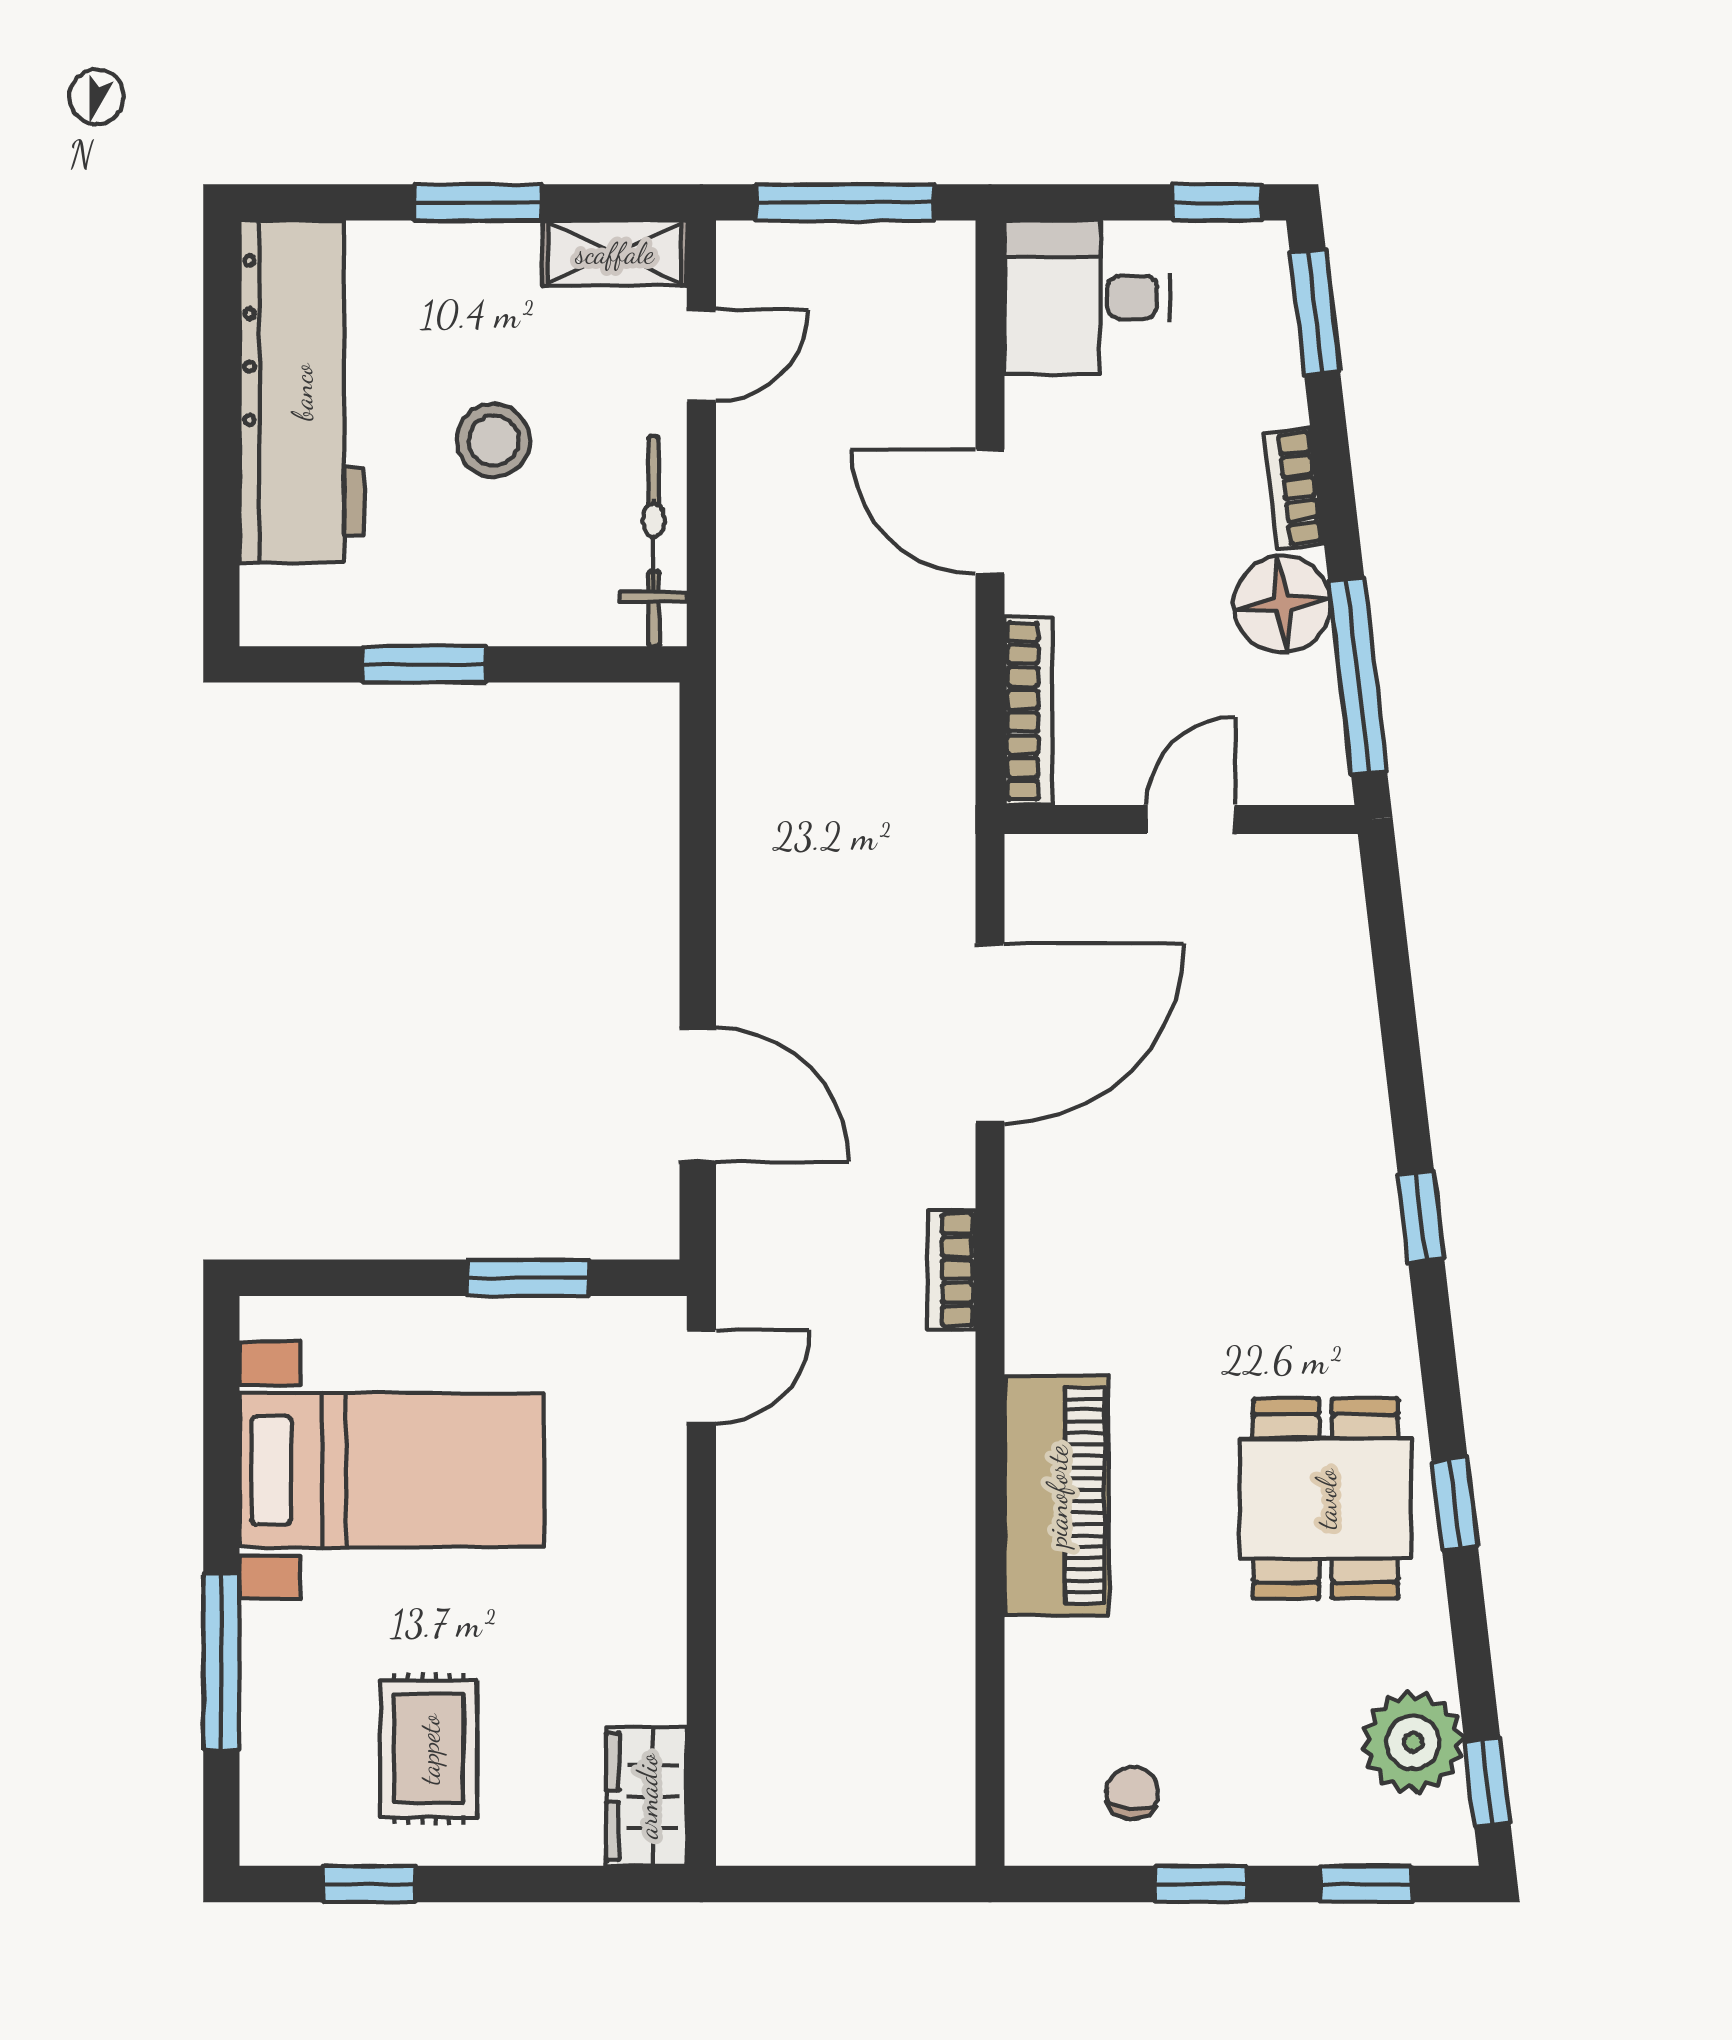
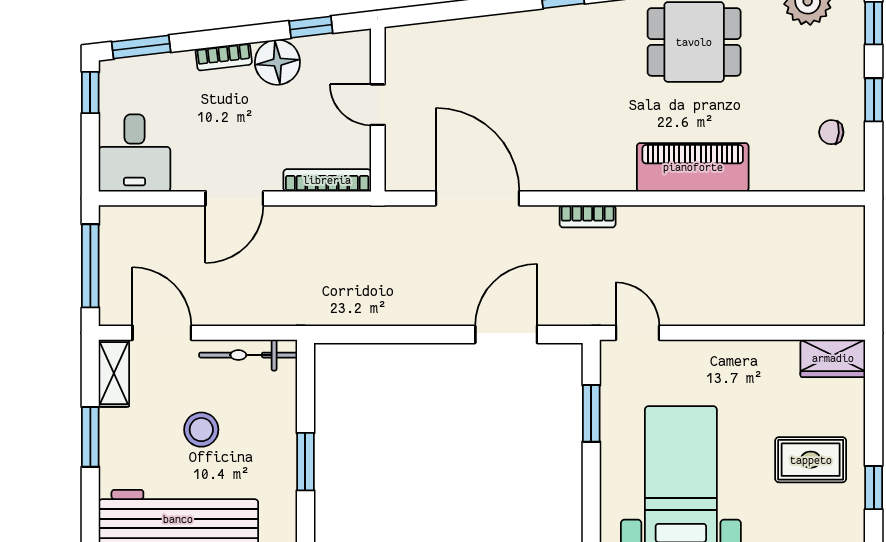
door: (701, 356) -> (162, 333), width x1.38
window: (1358, 676) -> (311, 27), width x0.46

